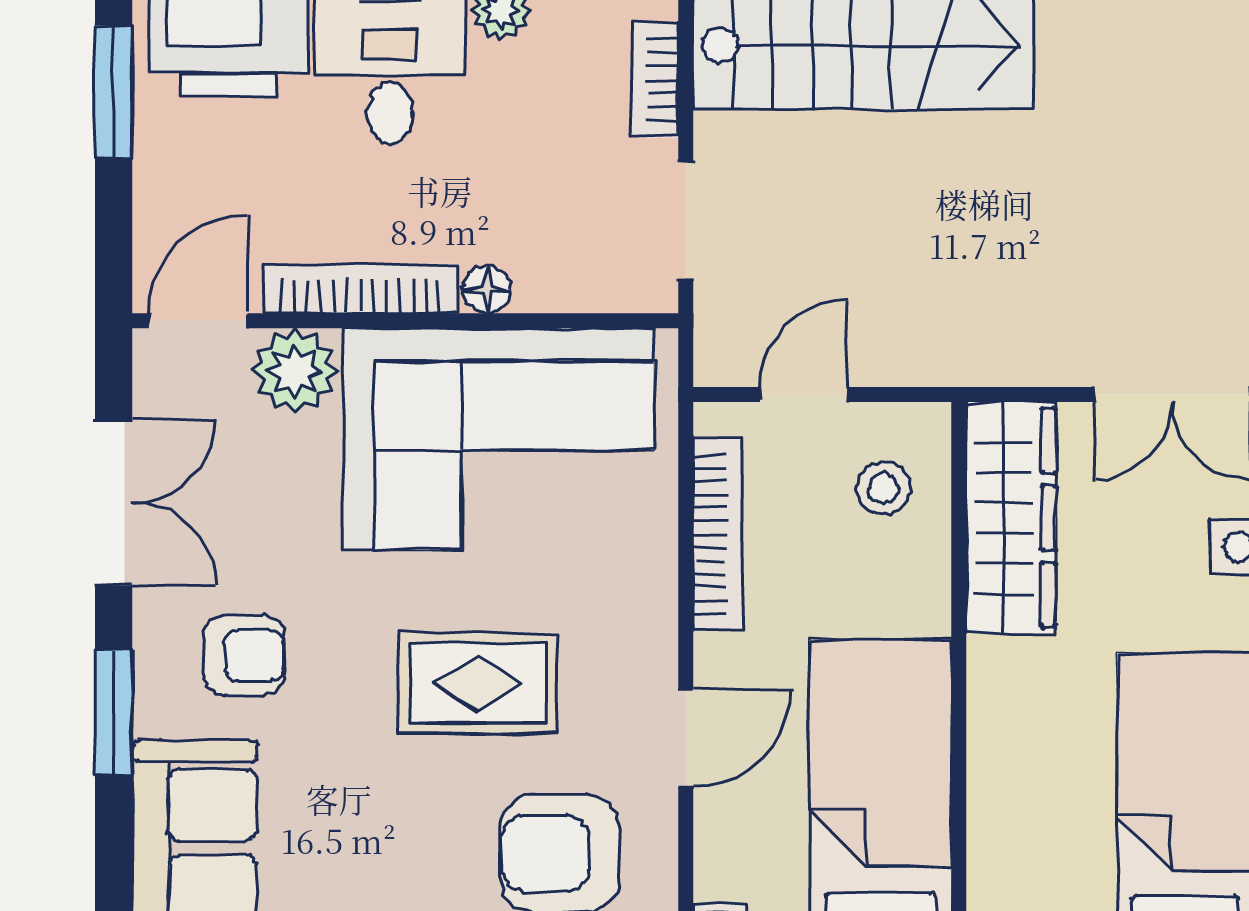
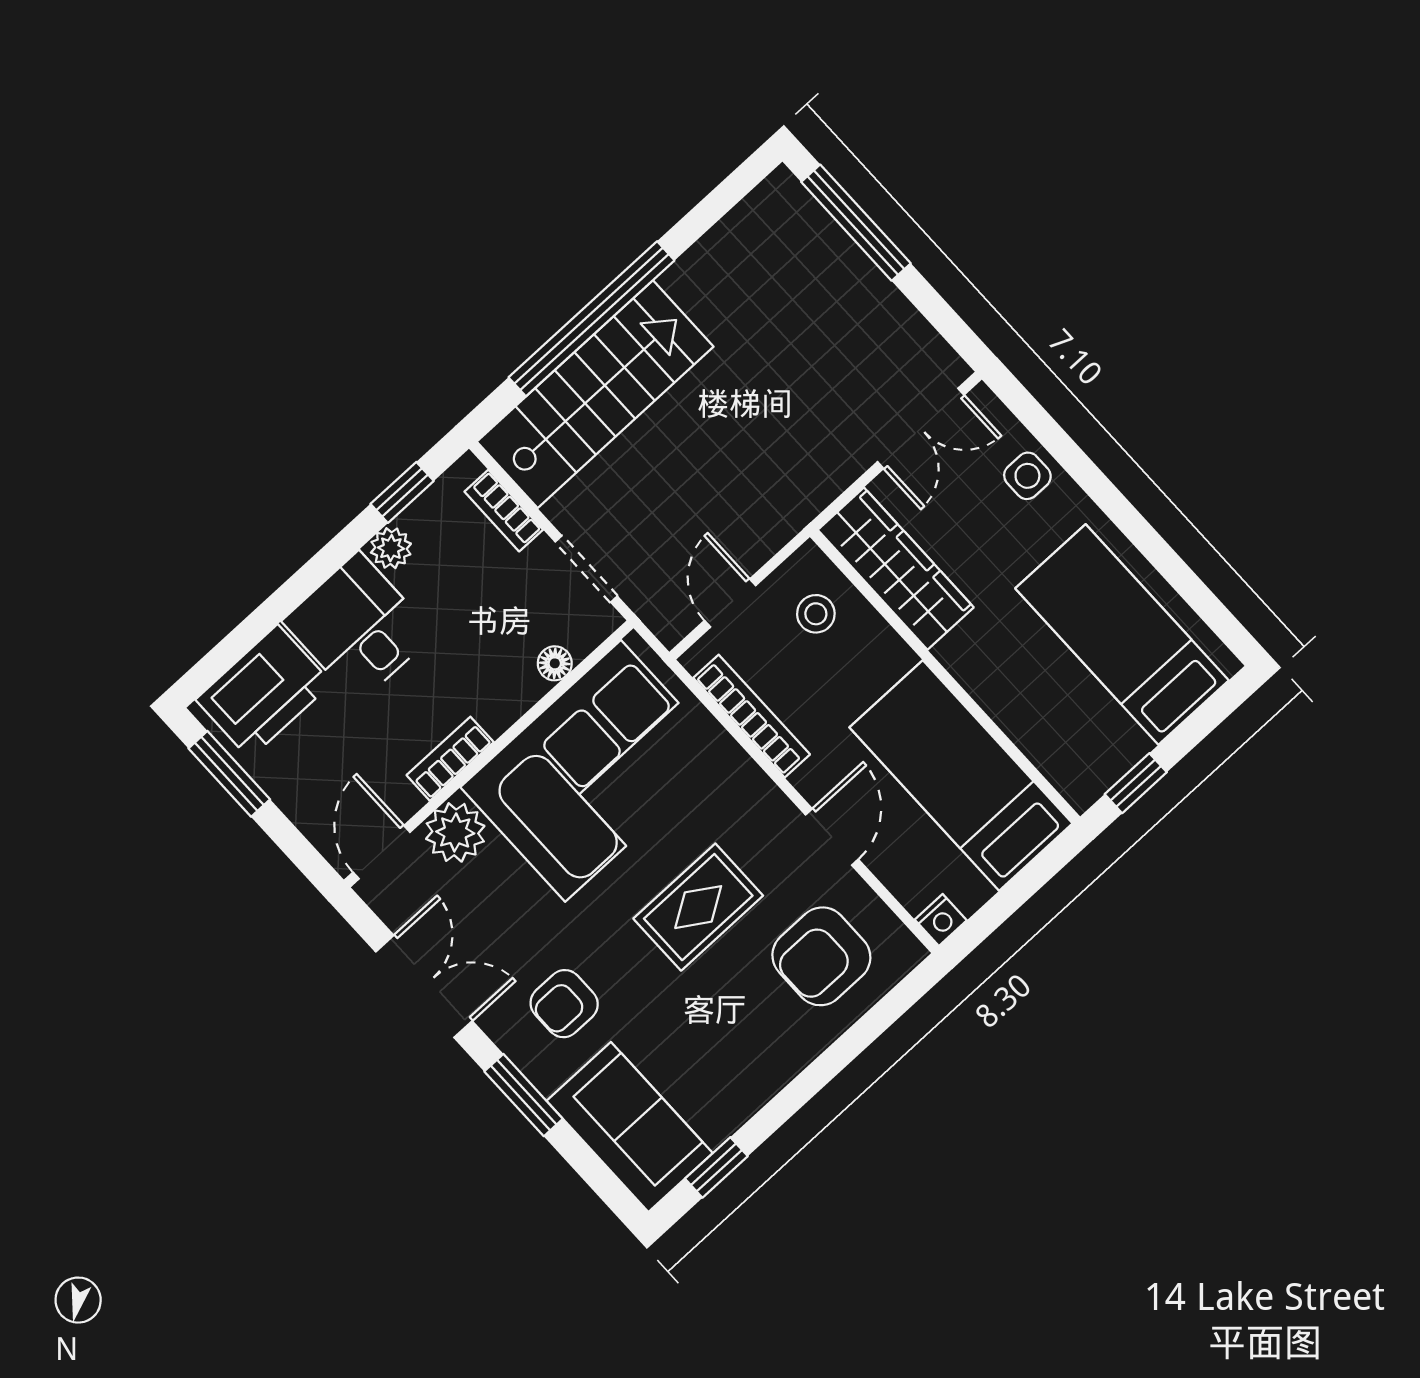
bookcase: (360, 289) -> (450, 759), width x0.64
floor lamp: (487, 289) -> (555, 663), moved
armchair: (244, 655) -> (564, 1004), turned 180

